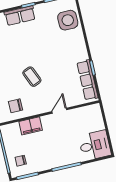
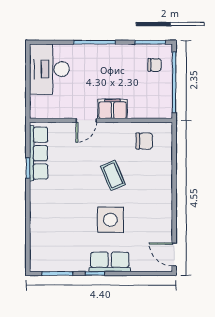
side table: (68, 20) -> (110, 220), moved
filing cabinet: (31, 126) -> (113, 109), moved
desk: (95, 145) -> (49, 69), width x1.37

